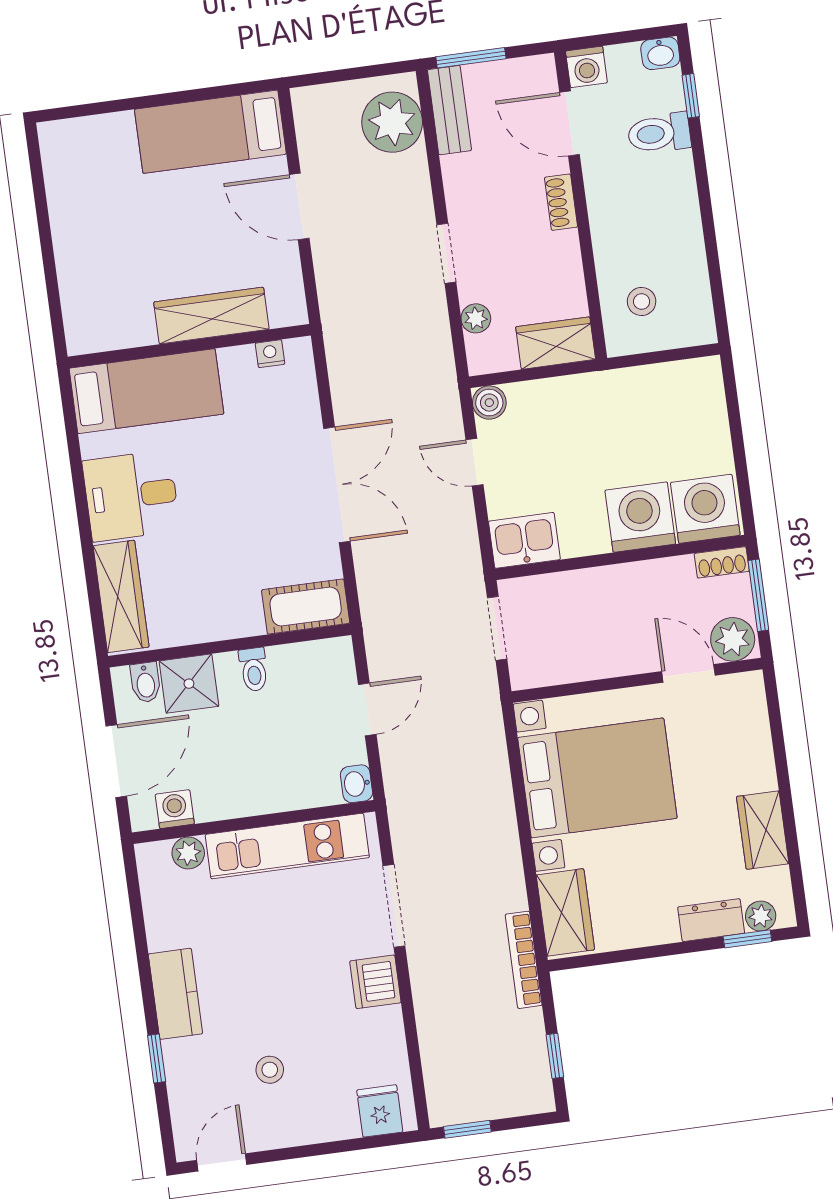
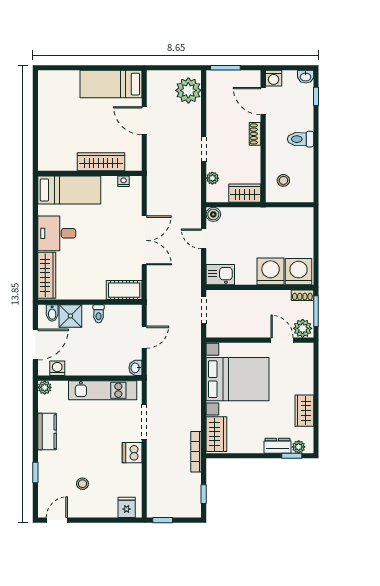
bench: (449, 110) -> (213, 89), removed
toilet: (659, 133) -> (300, 139), moved
plant: (188, 853) -> (45, 387), moved
kitchen counter: (175, 994) -> (47, 432), moved

